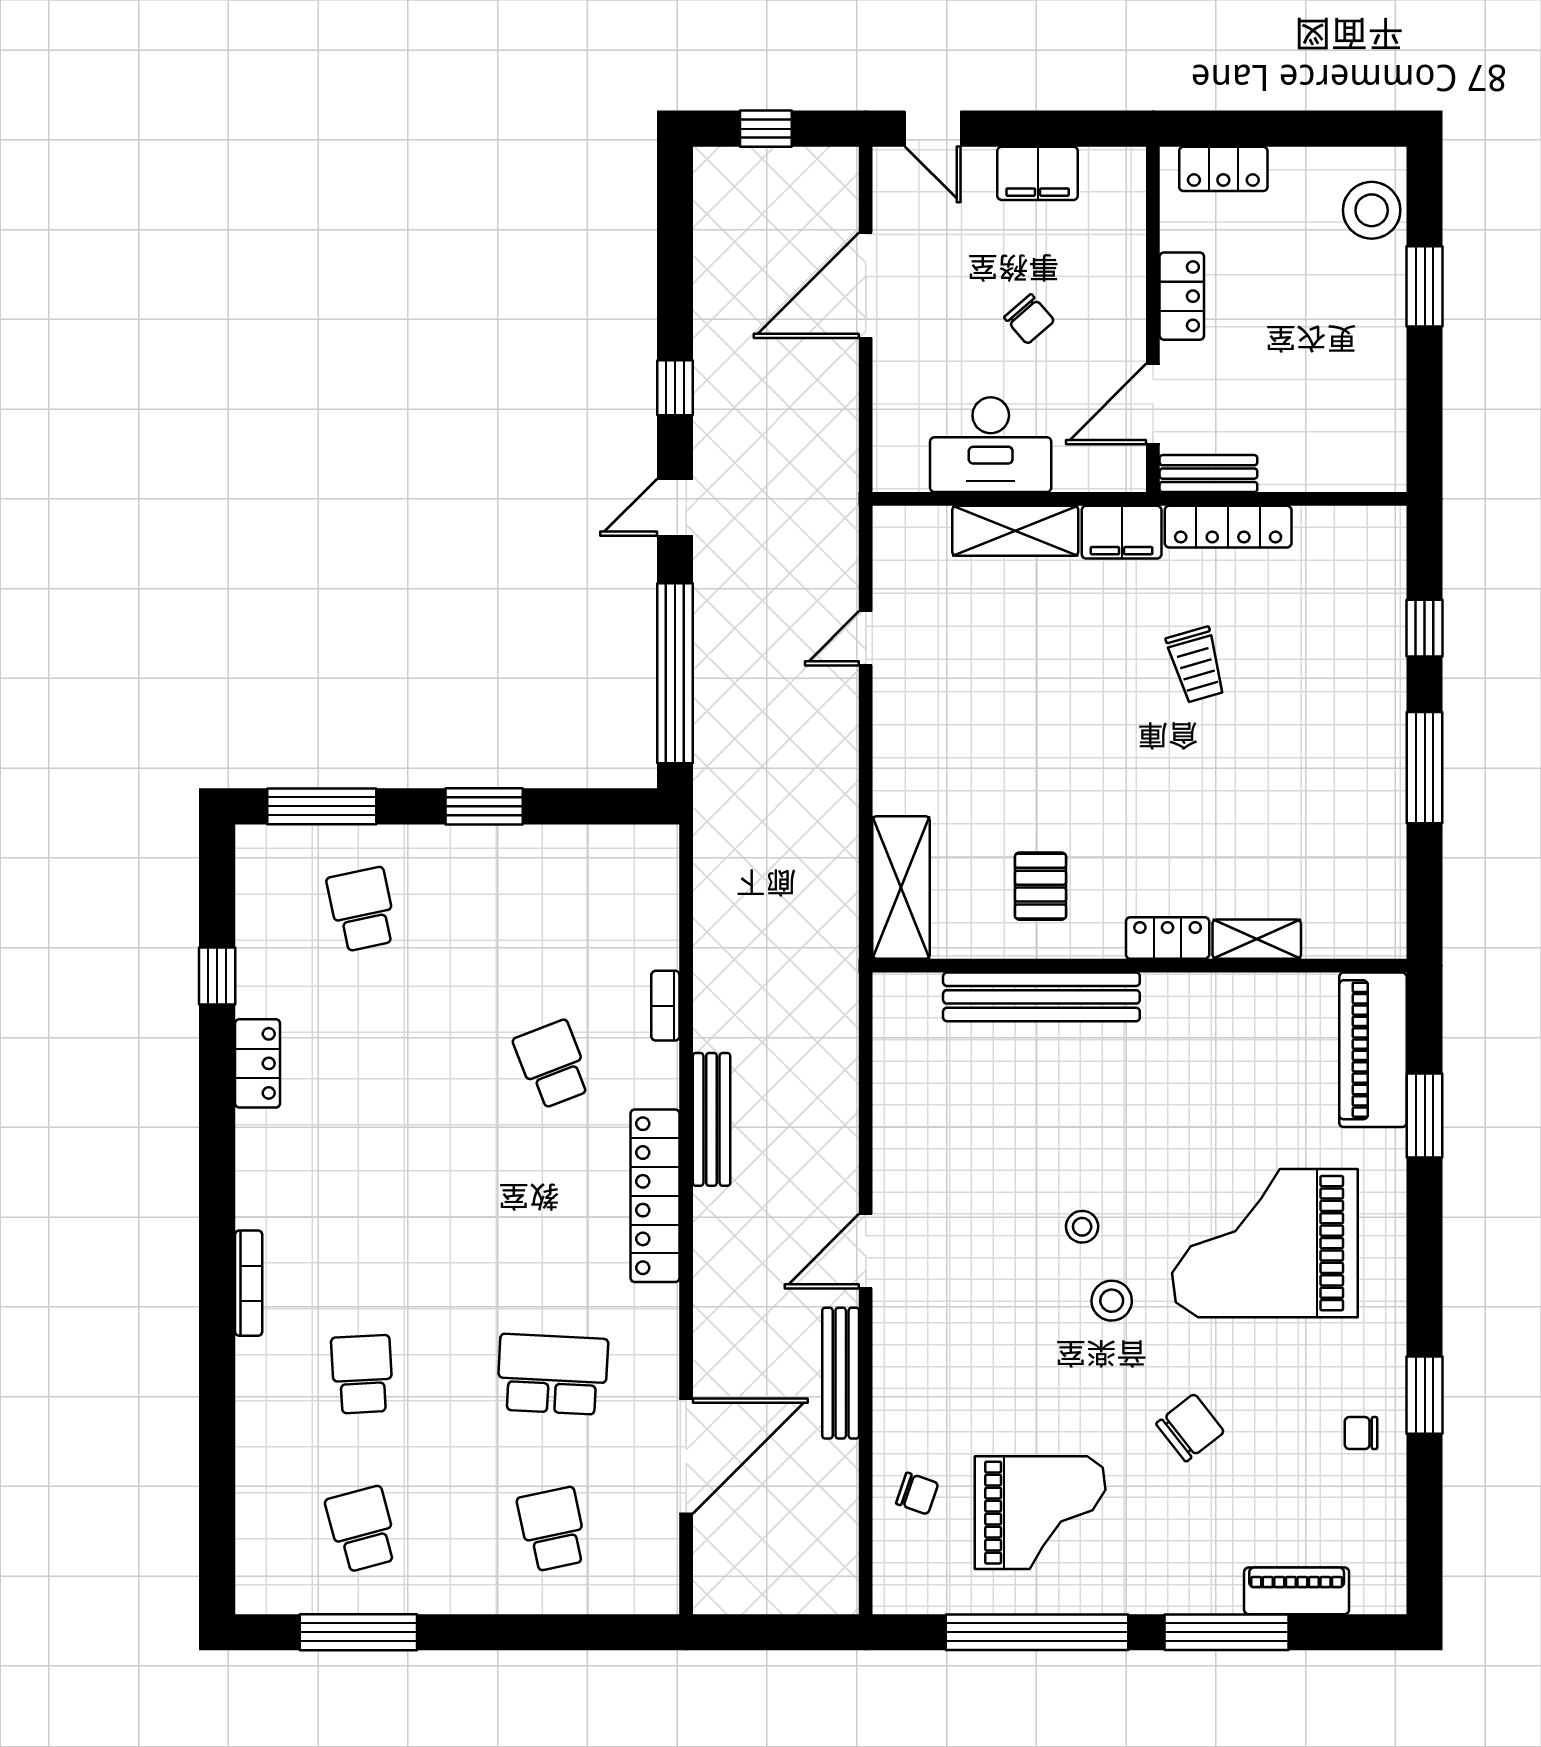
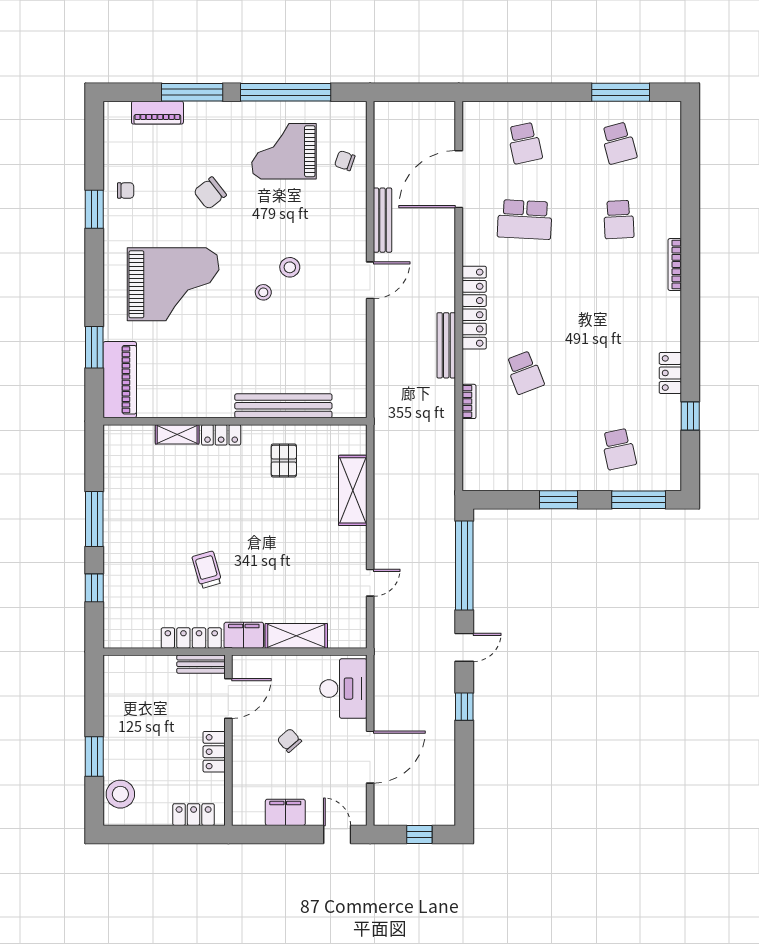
desk: (991, 445) -> (343, 689), moved, turned 90
shelving: (901, 888) -> (353, 490), moved
stool: (1112, 1301) -> (290, 267), moved

